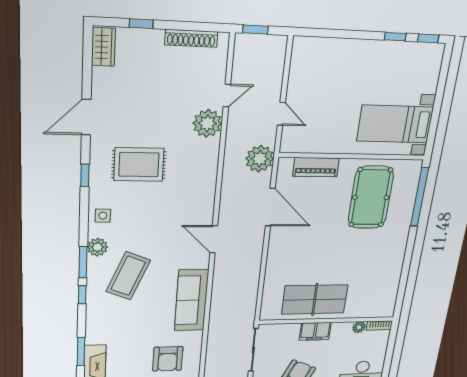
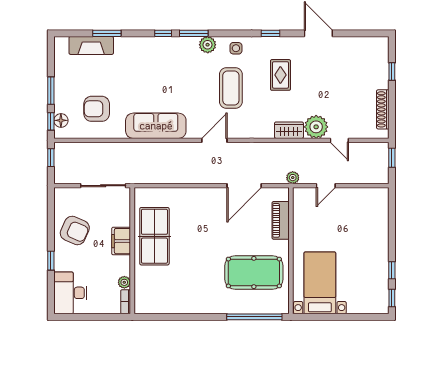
wardrobe: (103, 47) -> (289, 130), moved, turned 180
plant: (260, 159) -> (293, 178), width x0.53, depth x0.53
rug: (139, 165) -> (280, 75), width x0.73, depth x0.70
coffee table: (128, 276) -> (231, 88), moved, turned 68

